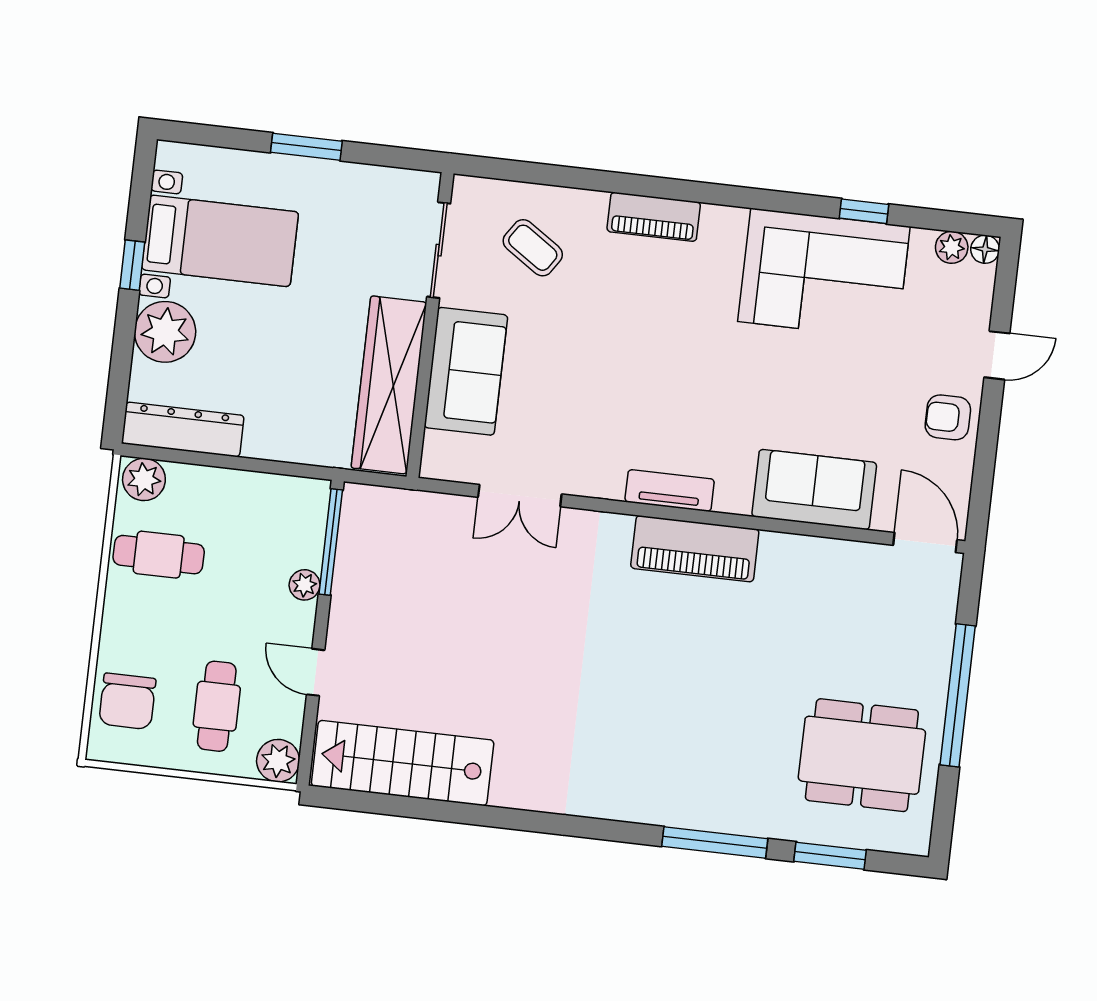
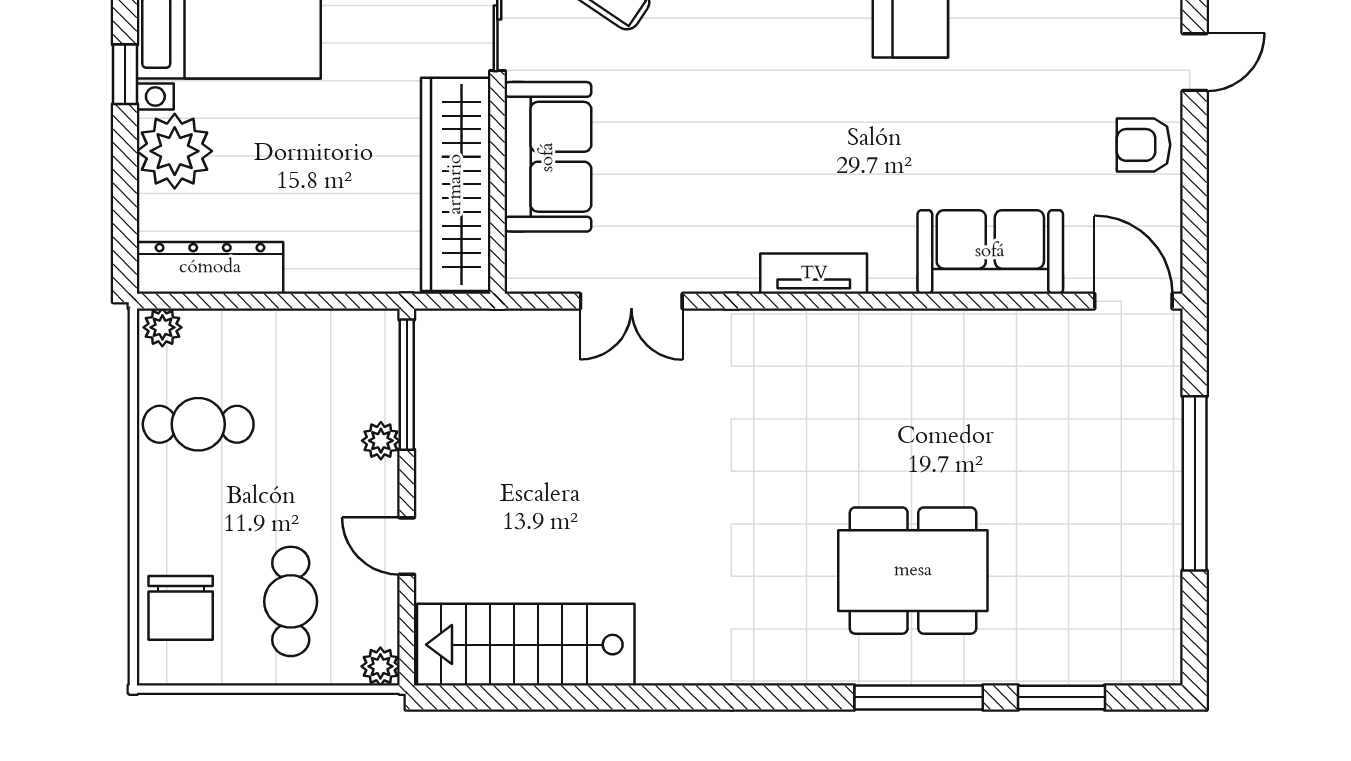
plant: (144, 479) -> (162, 327), width x0.73, depth x0.73
piano: (695, 549) -> (853, 341), removed
dining table: (862, 755) -> (913, 571), moved
plant: (278, 761) -> (380, 666), width x0.73, depth x0.73

